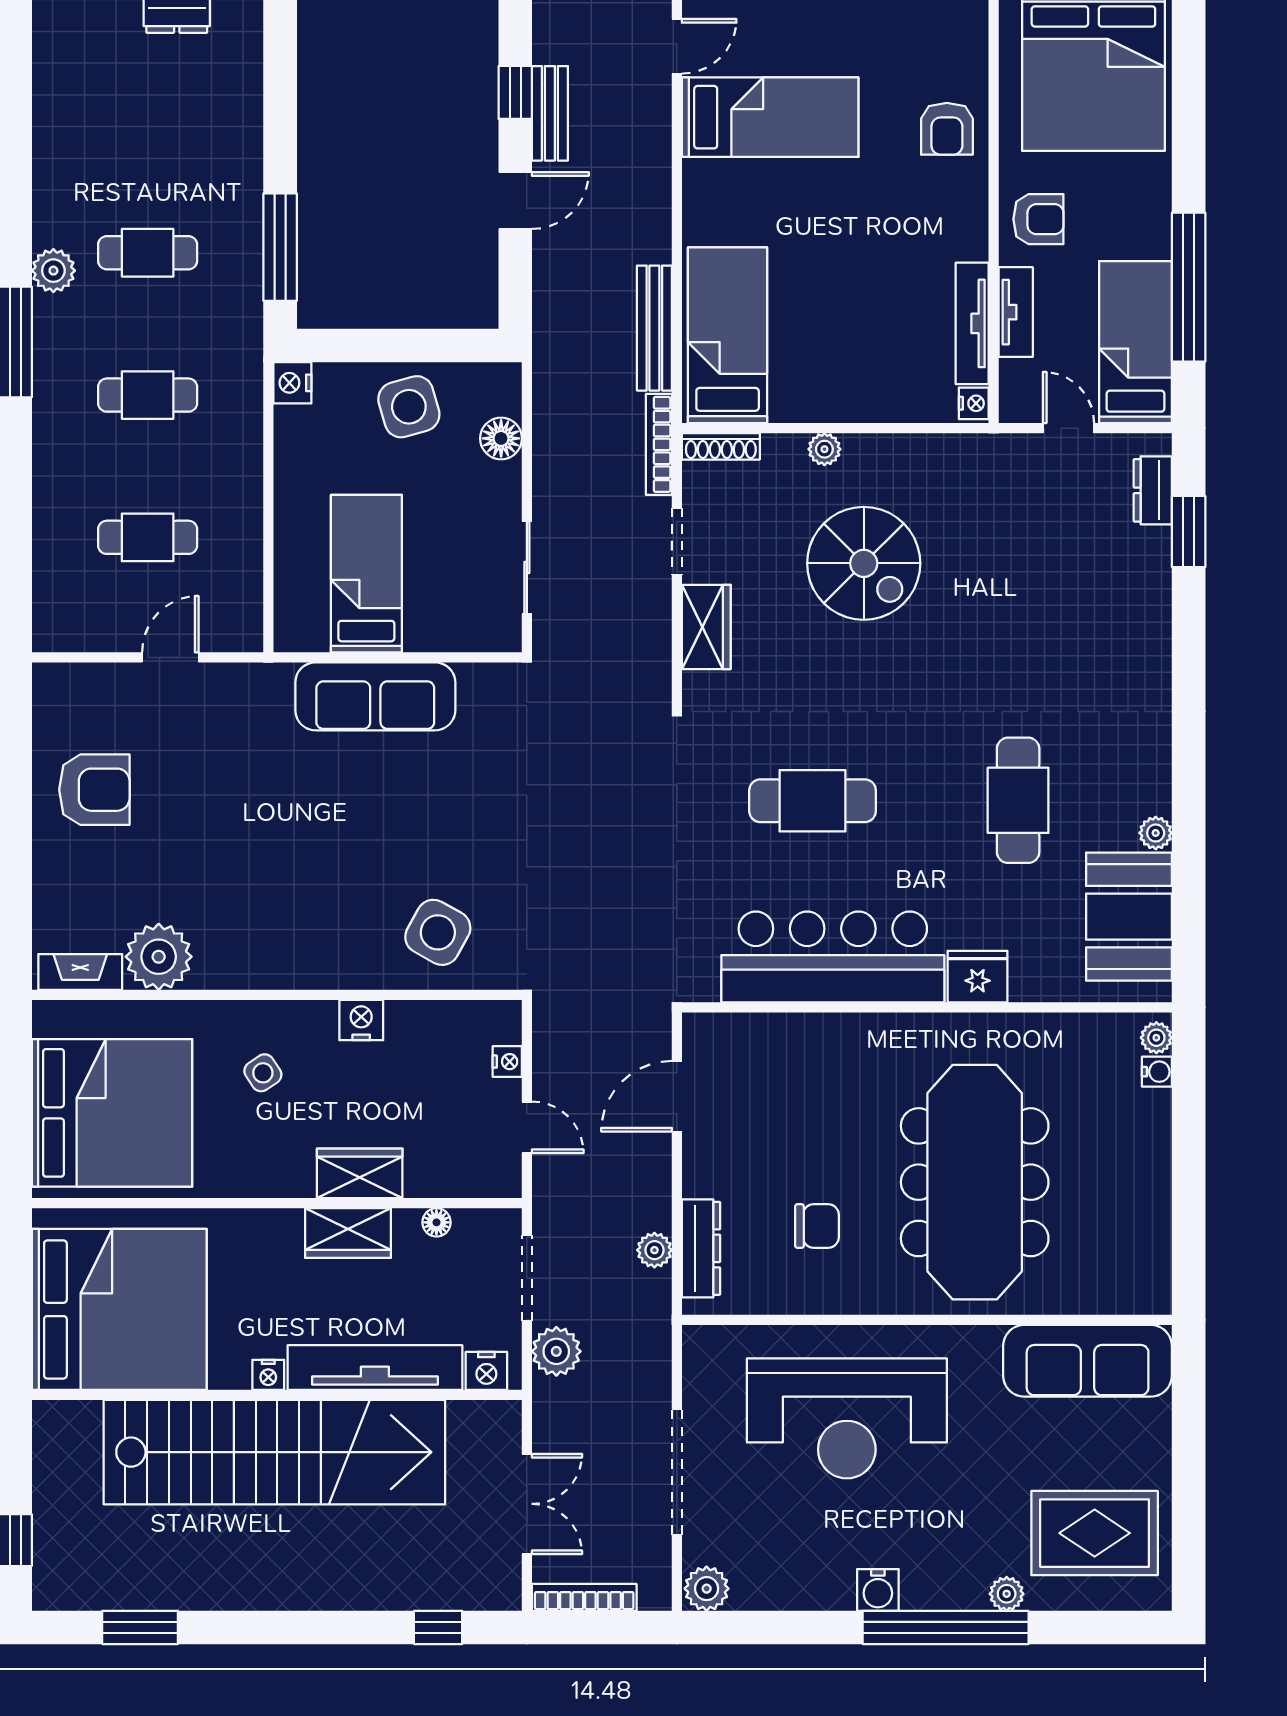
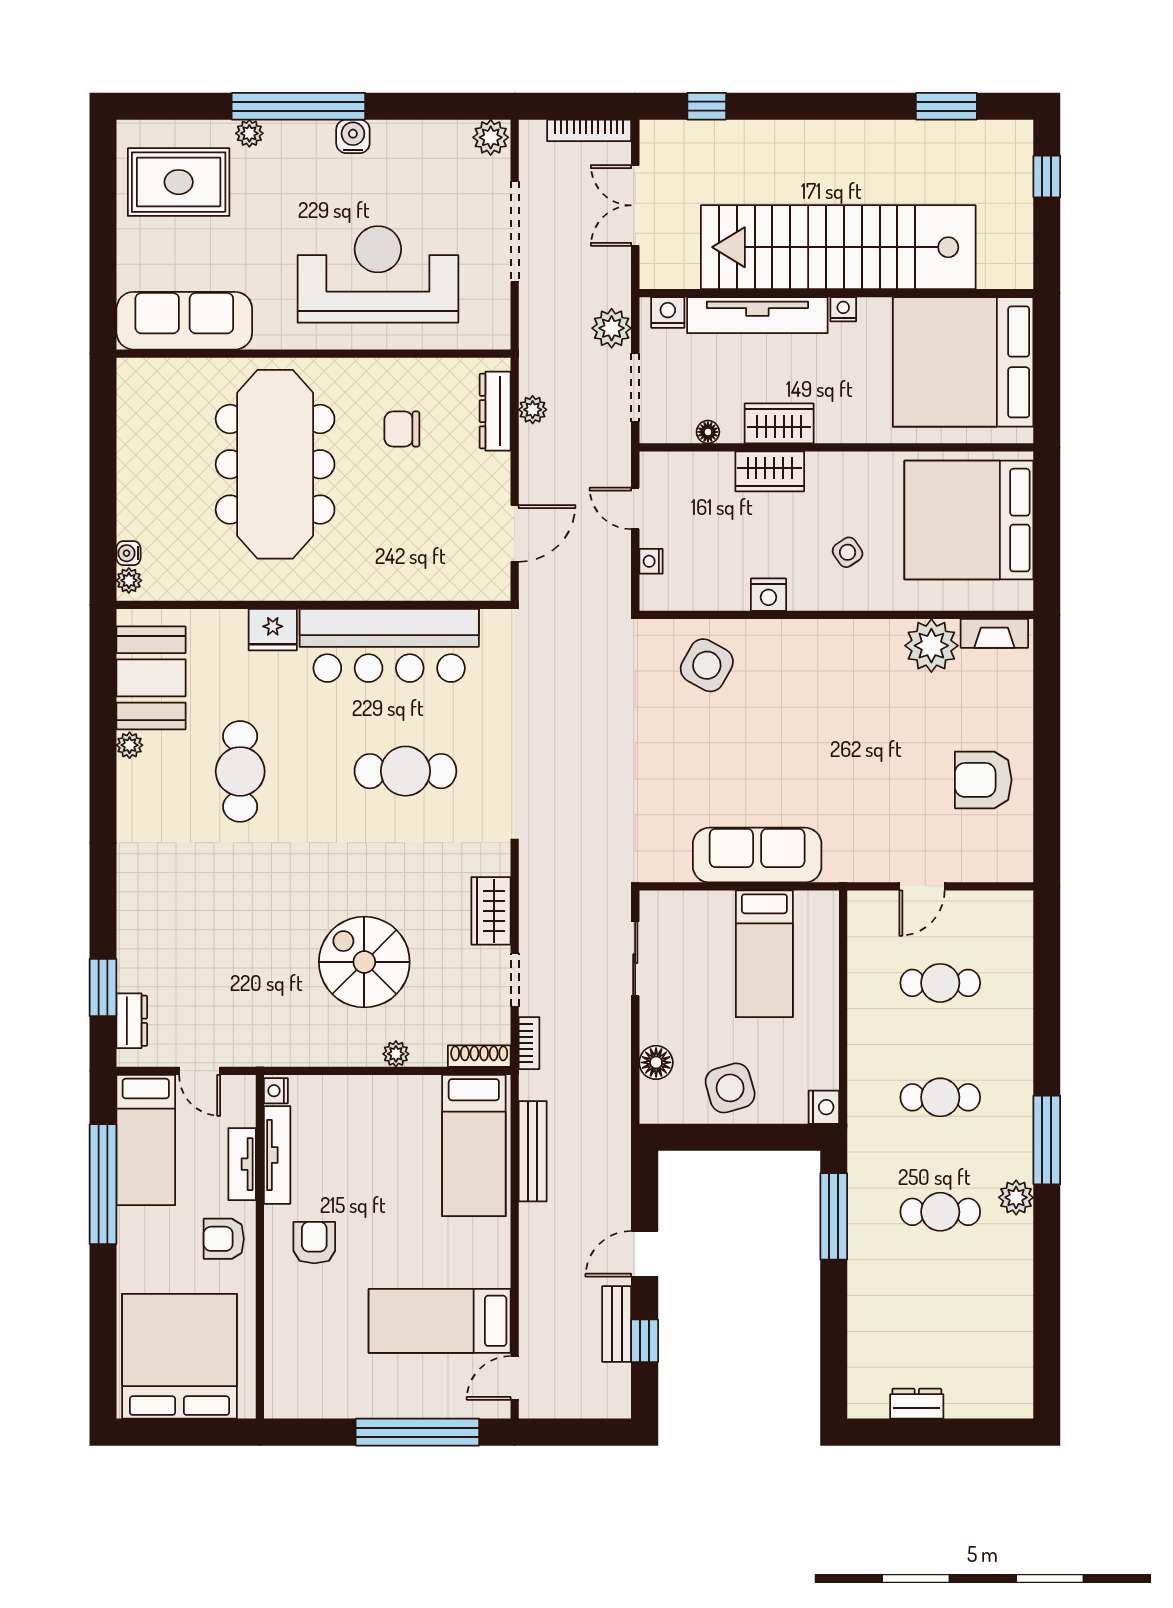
armchair: (947, 129) -> (314, 1243), moved
bookcase: (659, 444) -> (529, 1043), width x0.64

